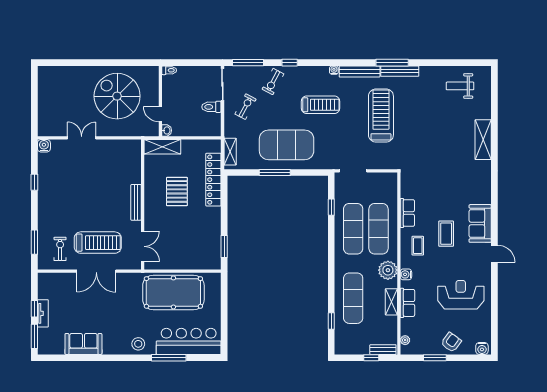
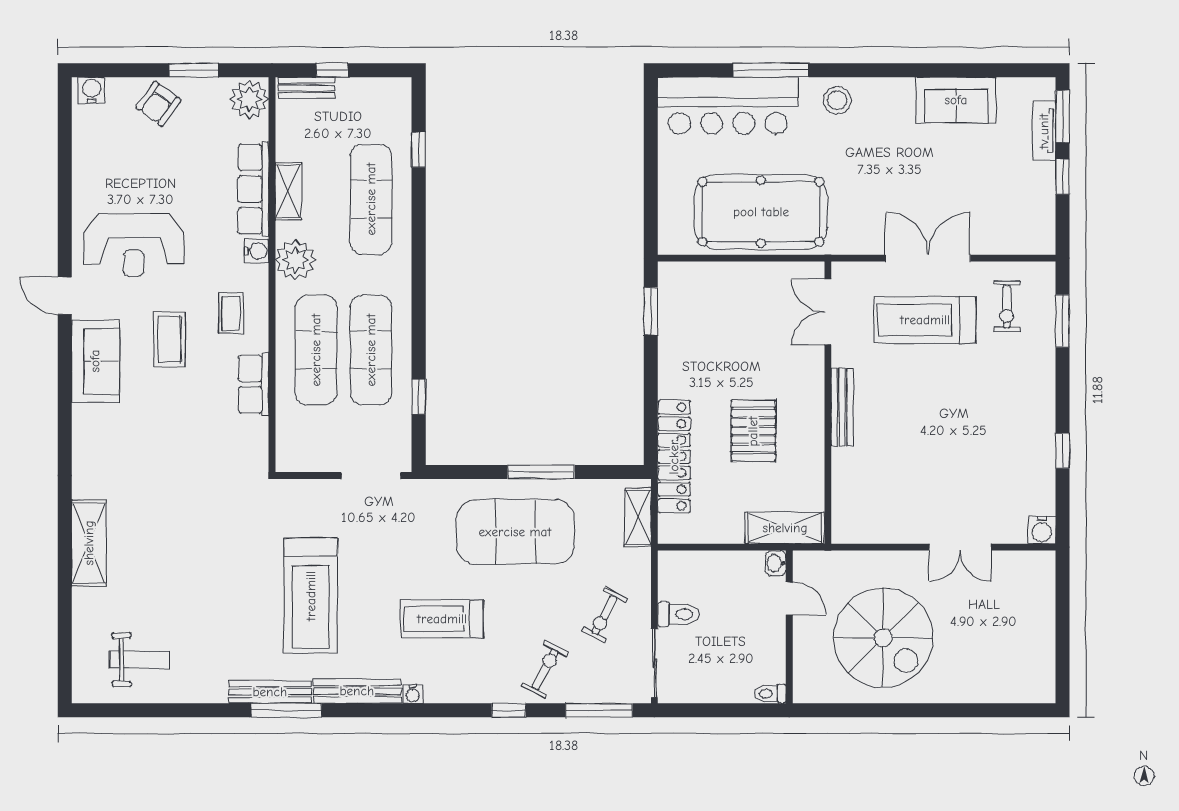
reception desk: (461, 295) -> (134, 245), moved
row of seats: (407, 303) -> (253, 189), width x1.48
tv unit: (43, 313) -> (1044, 131), moved
plant: (405, 340) -> (249, 99), width x1.88, depth x1.88

